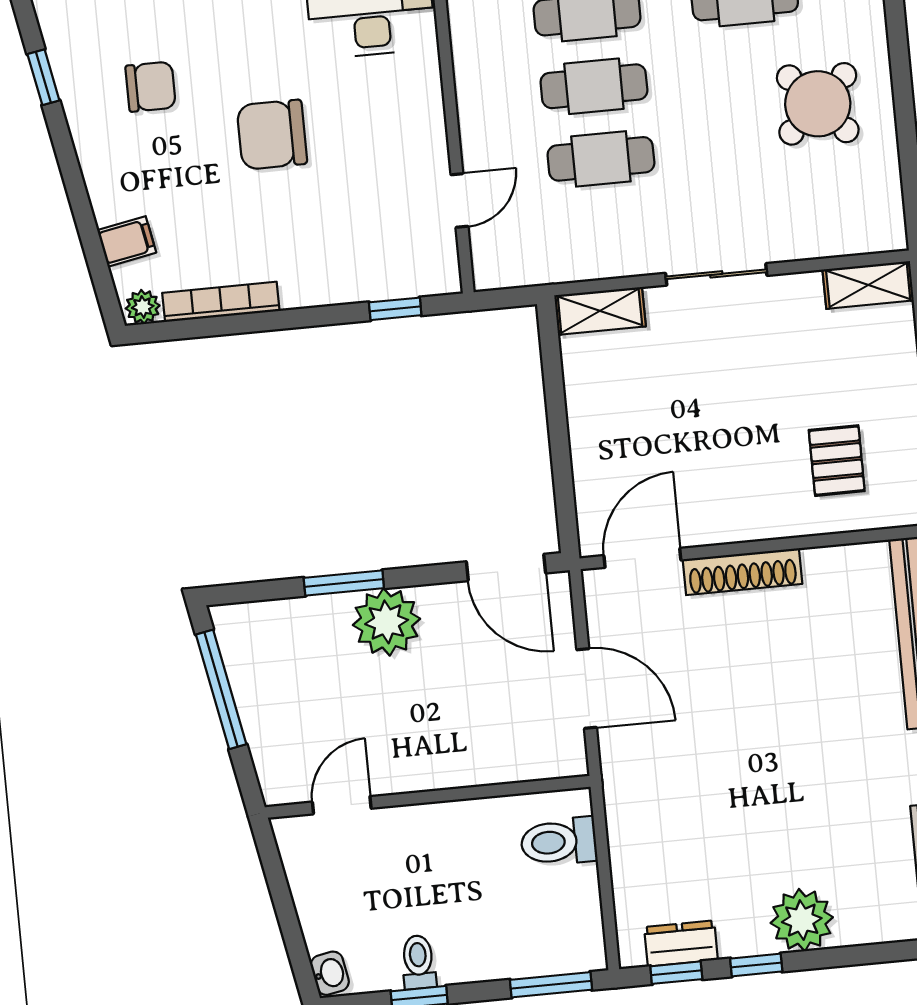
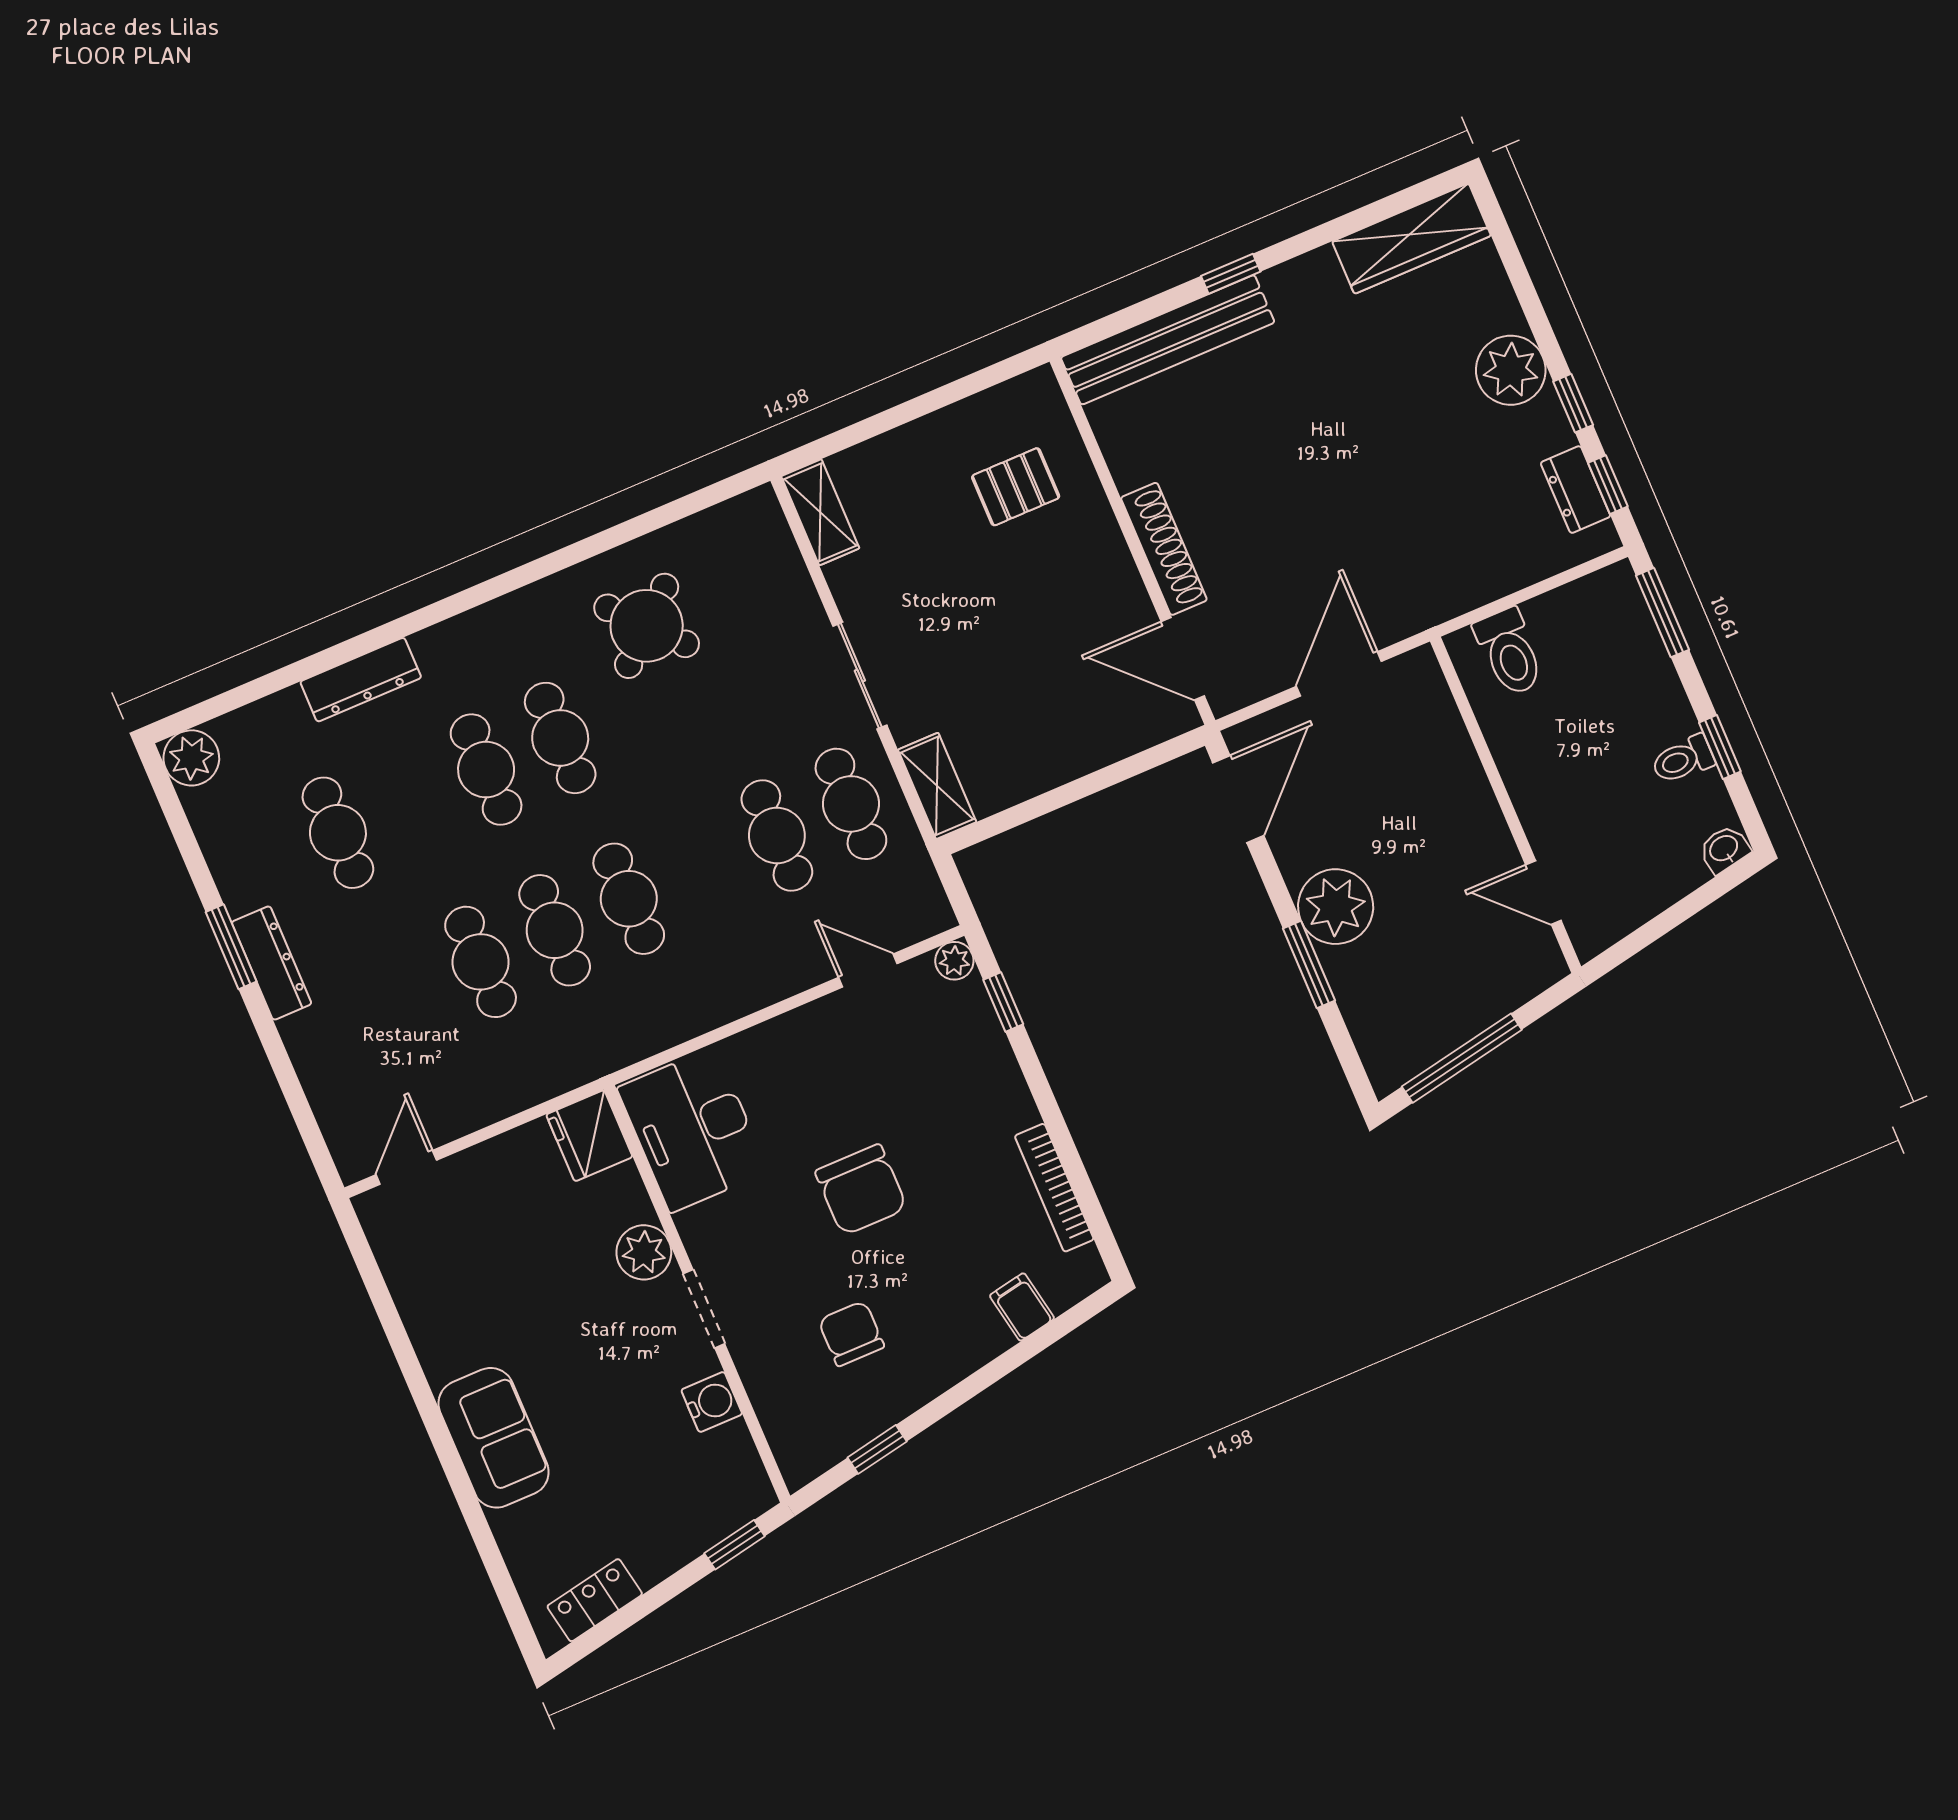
cafe table: (594, 86) -> (851, 804), moved
plant: (143, 307) -> (954, 961), moved

